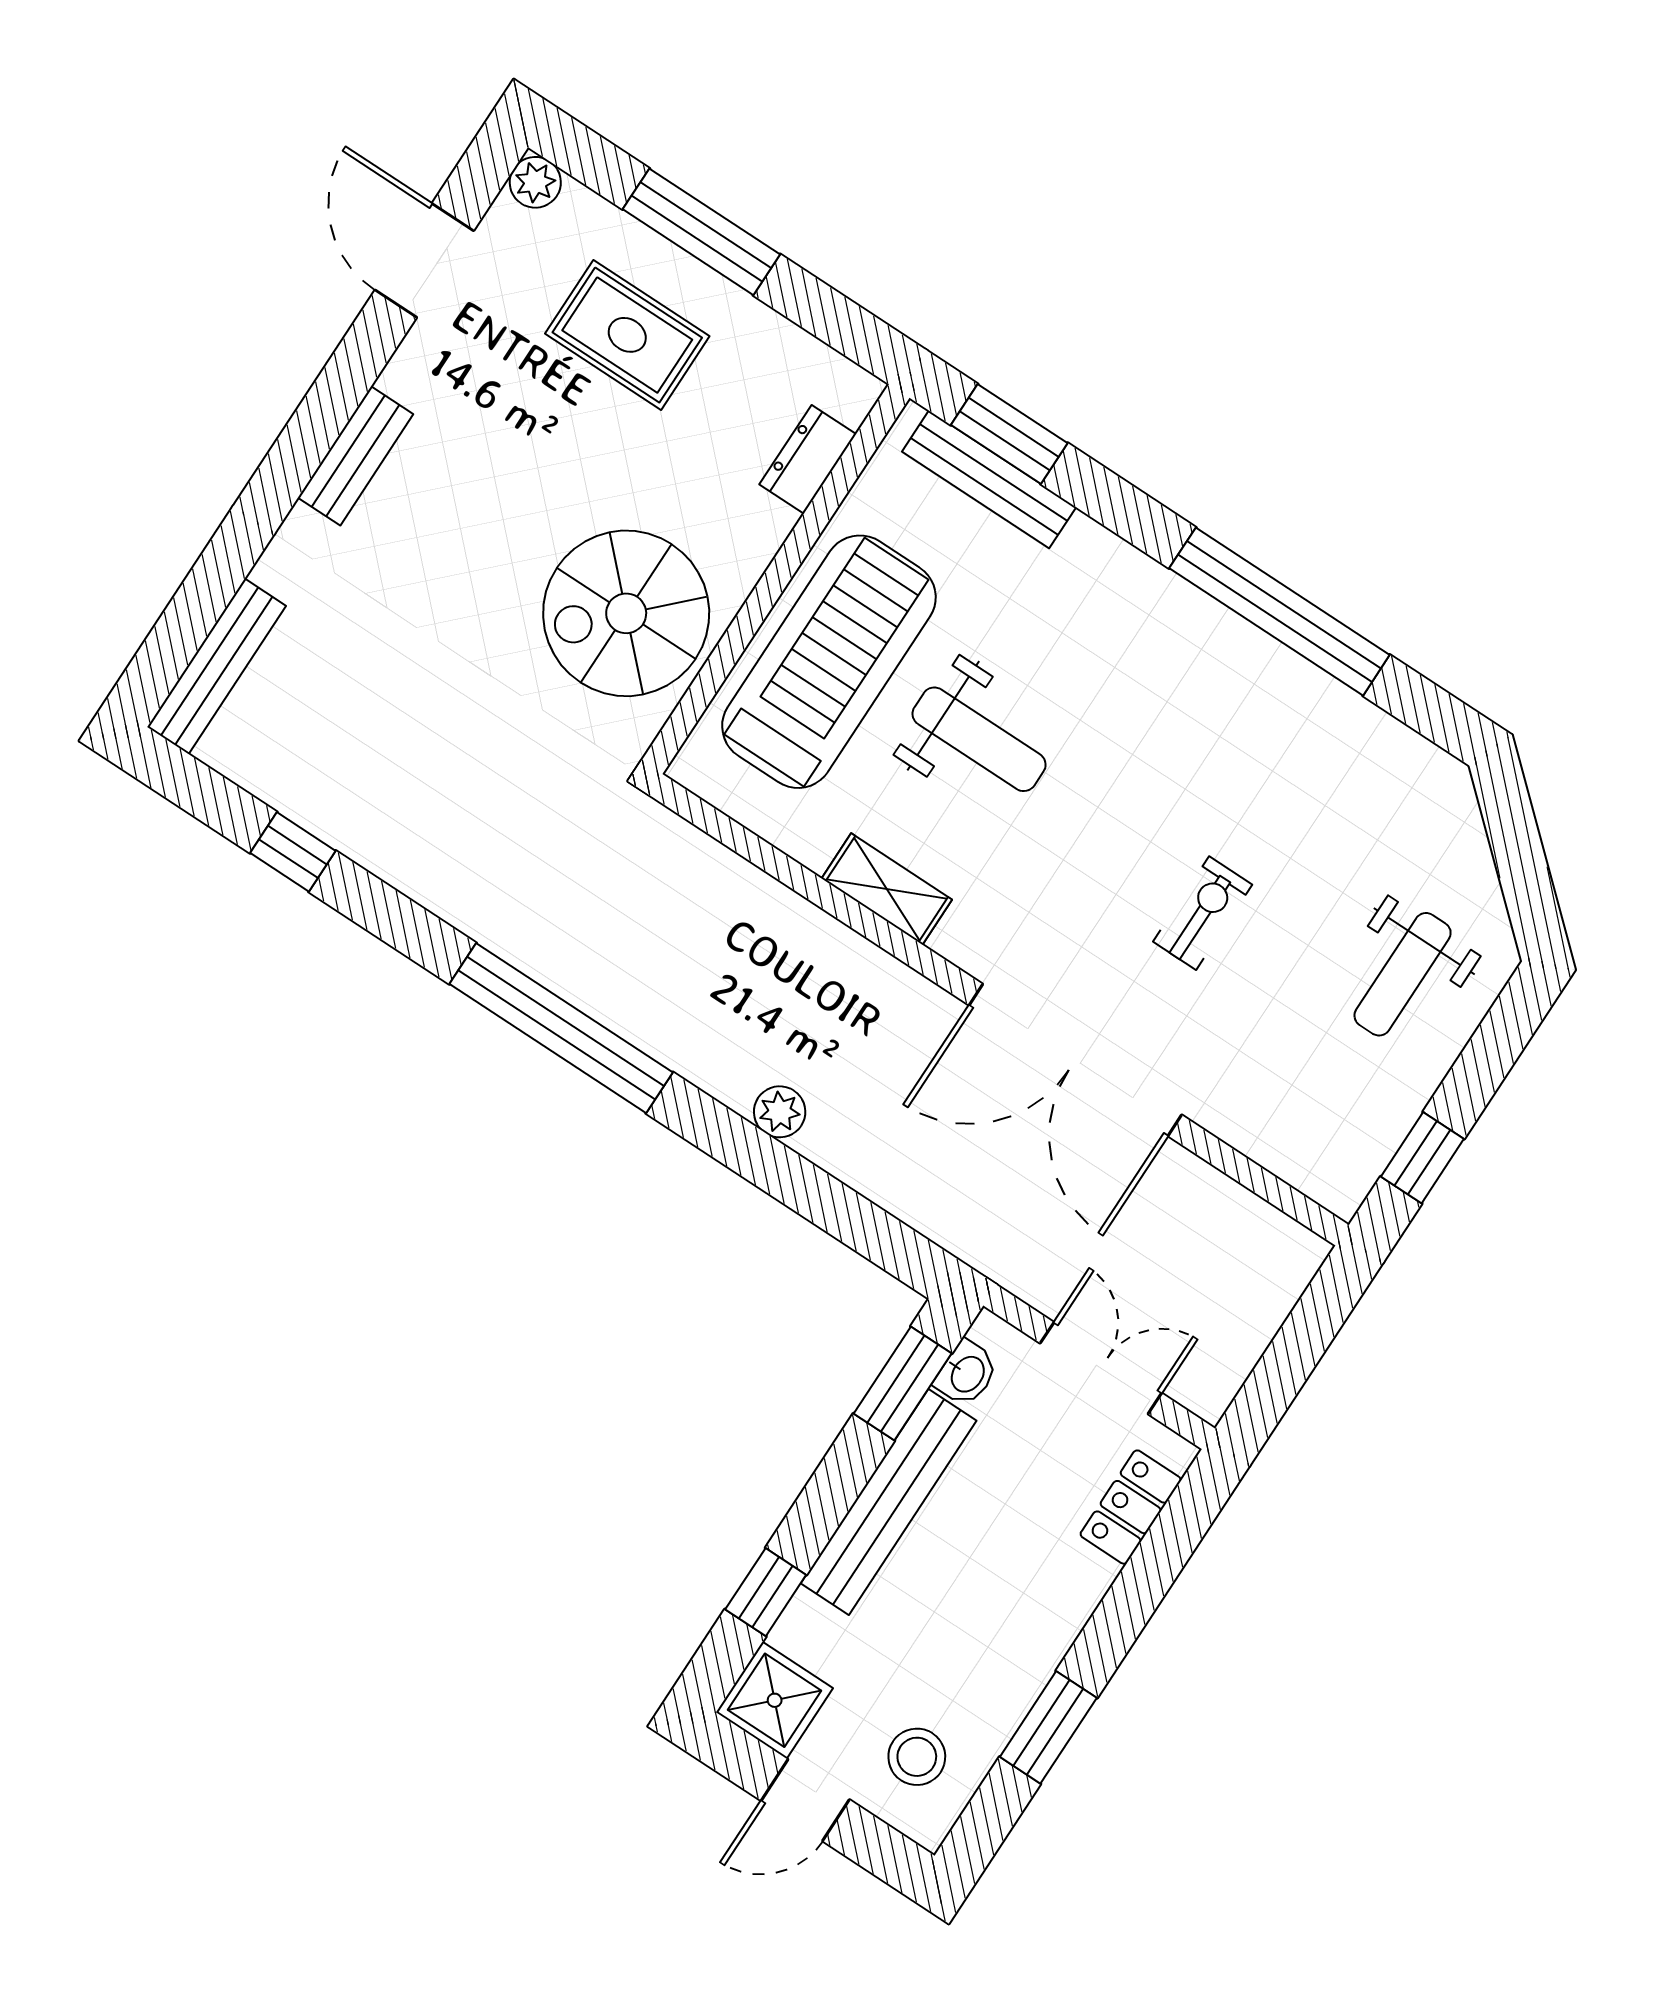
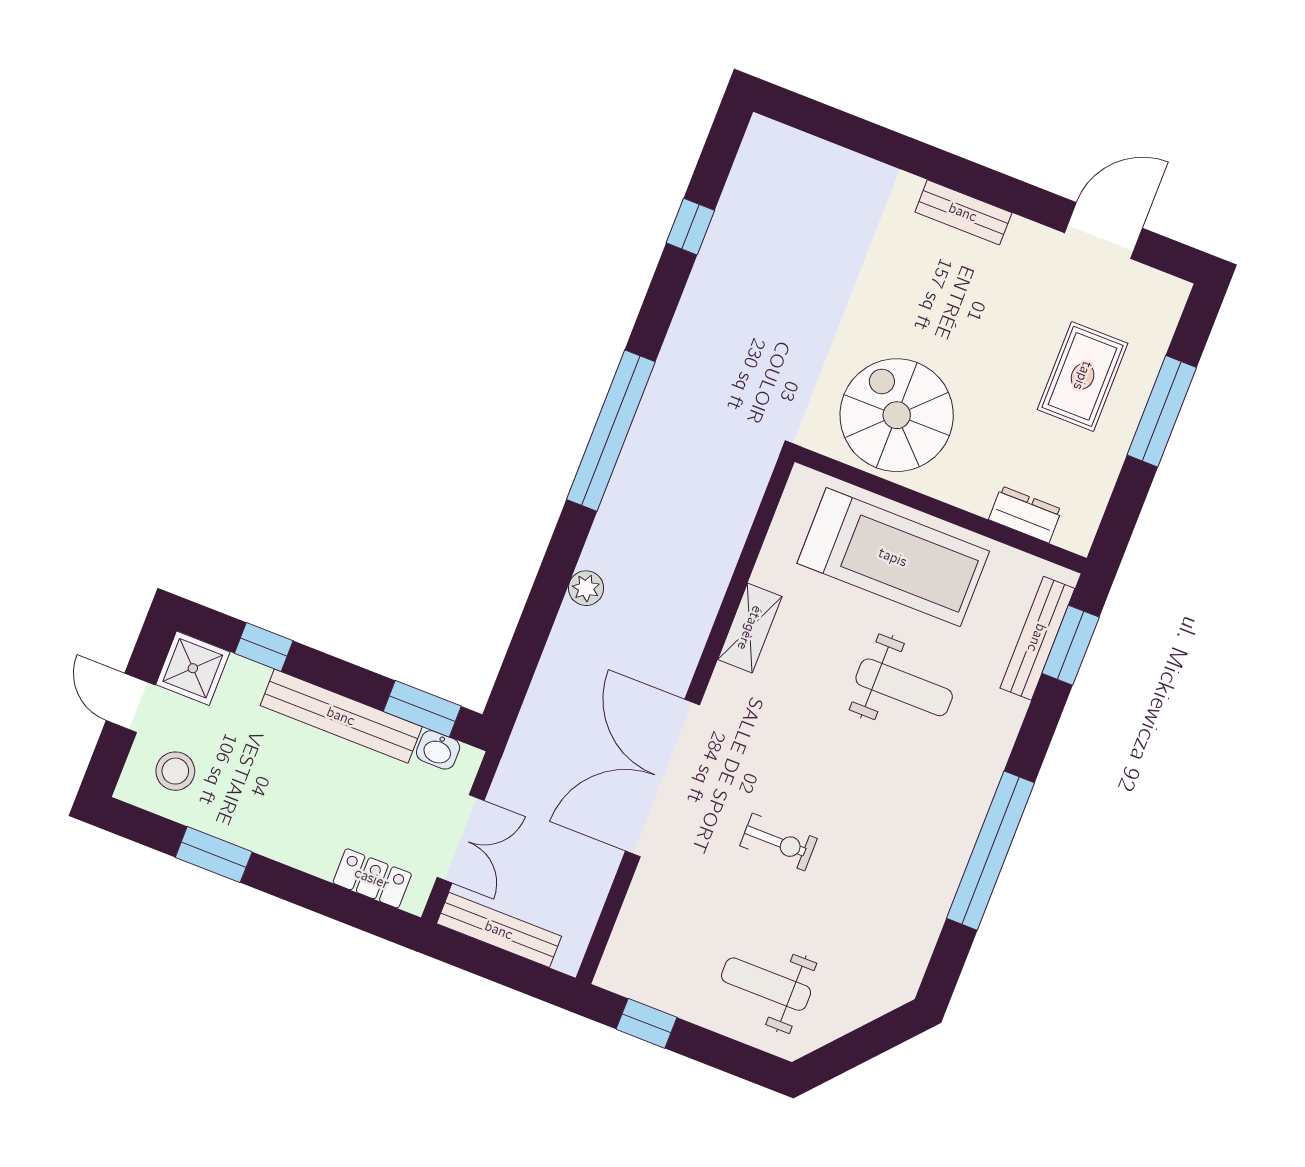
plant: (535, 182) -> (1171, 293), removed
bench: (217, 666) -> (499, 930), moved
weight bench: (979, 739) -> (904, 687), moved, turned -90

